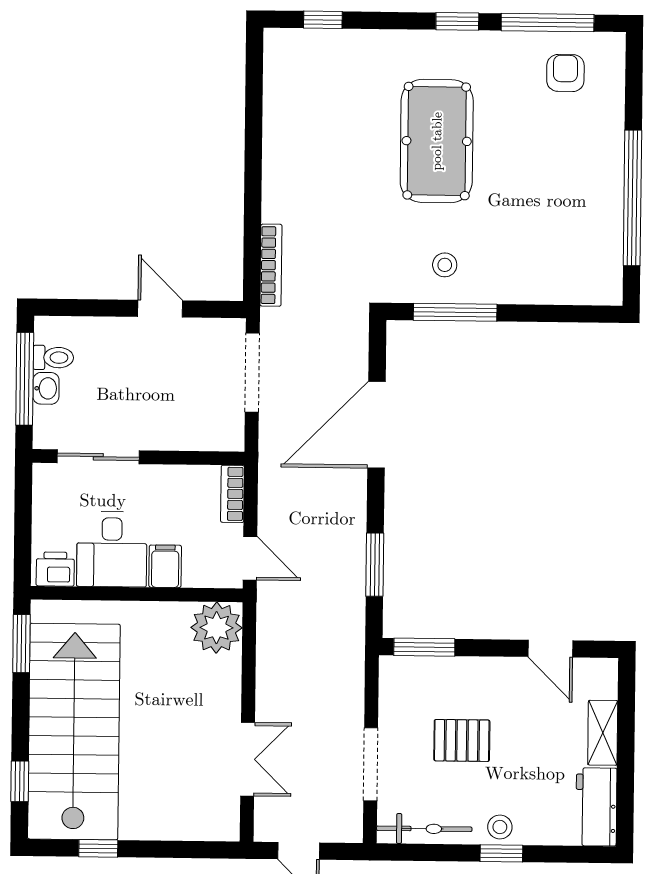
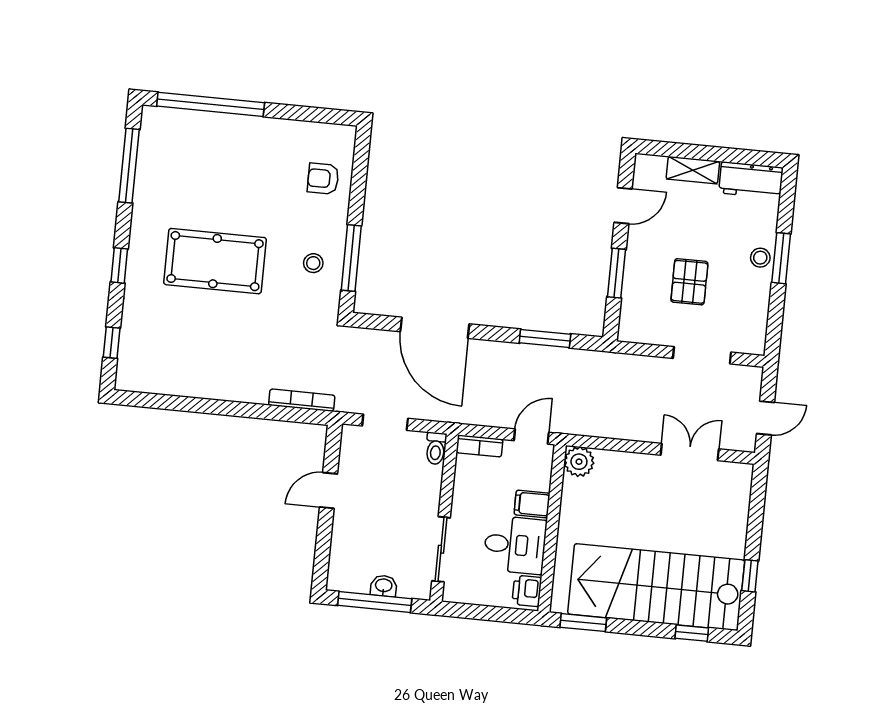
window: (457, 21) -> (119, 265), moved
armchair: (565, 73) -> (323, 179), moved
window: (632, 198) -> (211, 104), moved
toilet: (53, 358) -> (436, 448), moved, turned 180
doorway: (252, 373) -> (385, 422), width x0.73
plant: (216, 628) -> (579, 462), width x0.73, depth x0.73
window: (424, 647) -> (616, 273), moved
bicycle: (424, 829) -> (757, 317), removed
window: (501, 853) -> (781, 258), width x1.50

